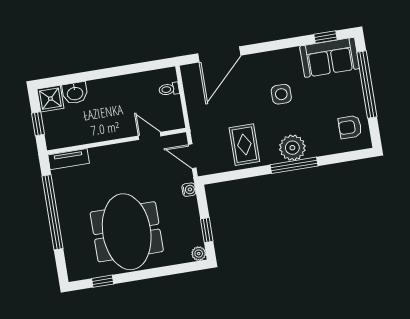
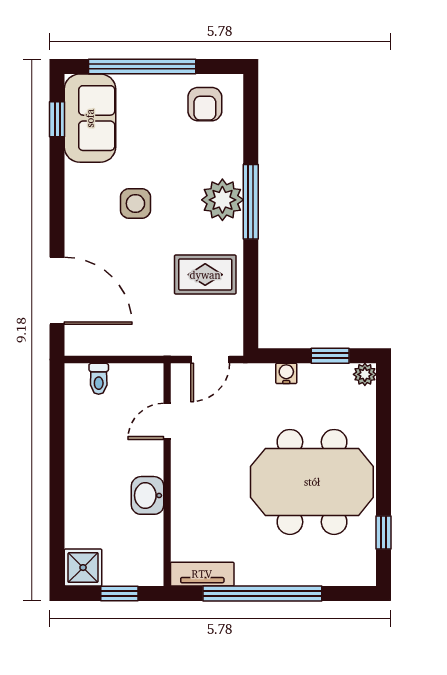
washbasin: (75, 93) -> (148, 495), moved, turned 180
tv unit: (69, 159) -> (202, 574), moved, turned -90
water cooler: (189, 190) -> (286, 373), moved

